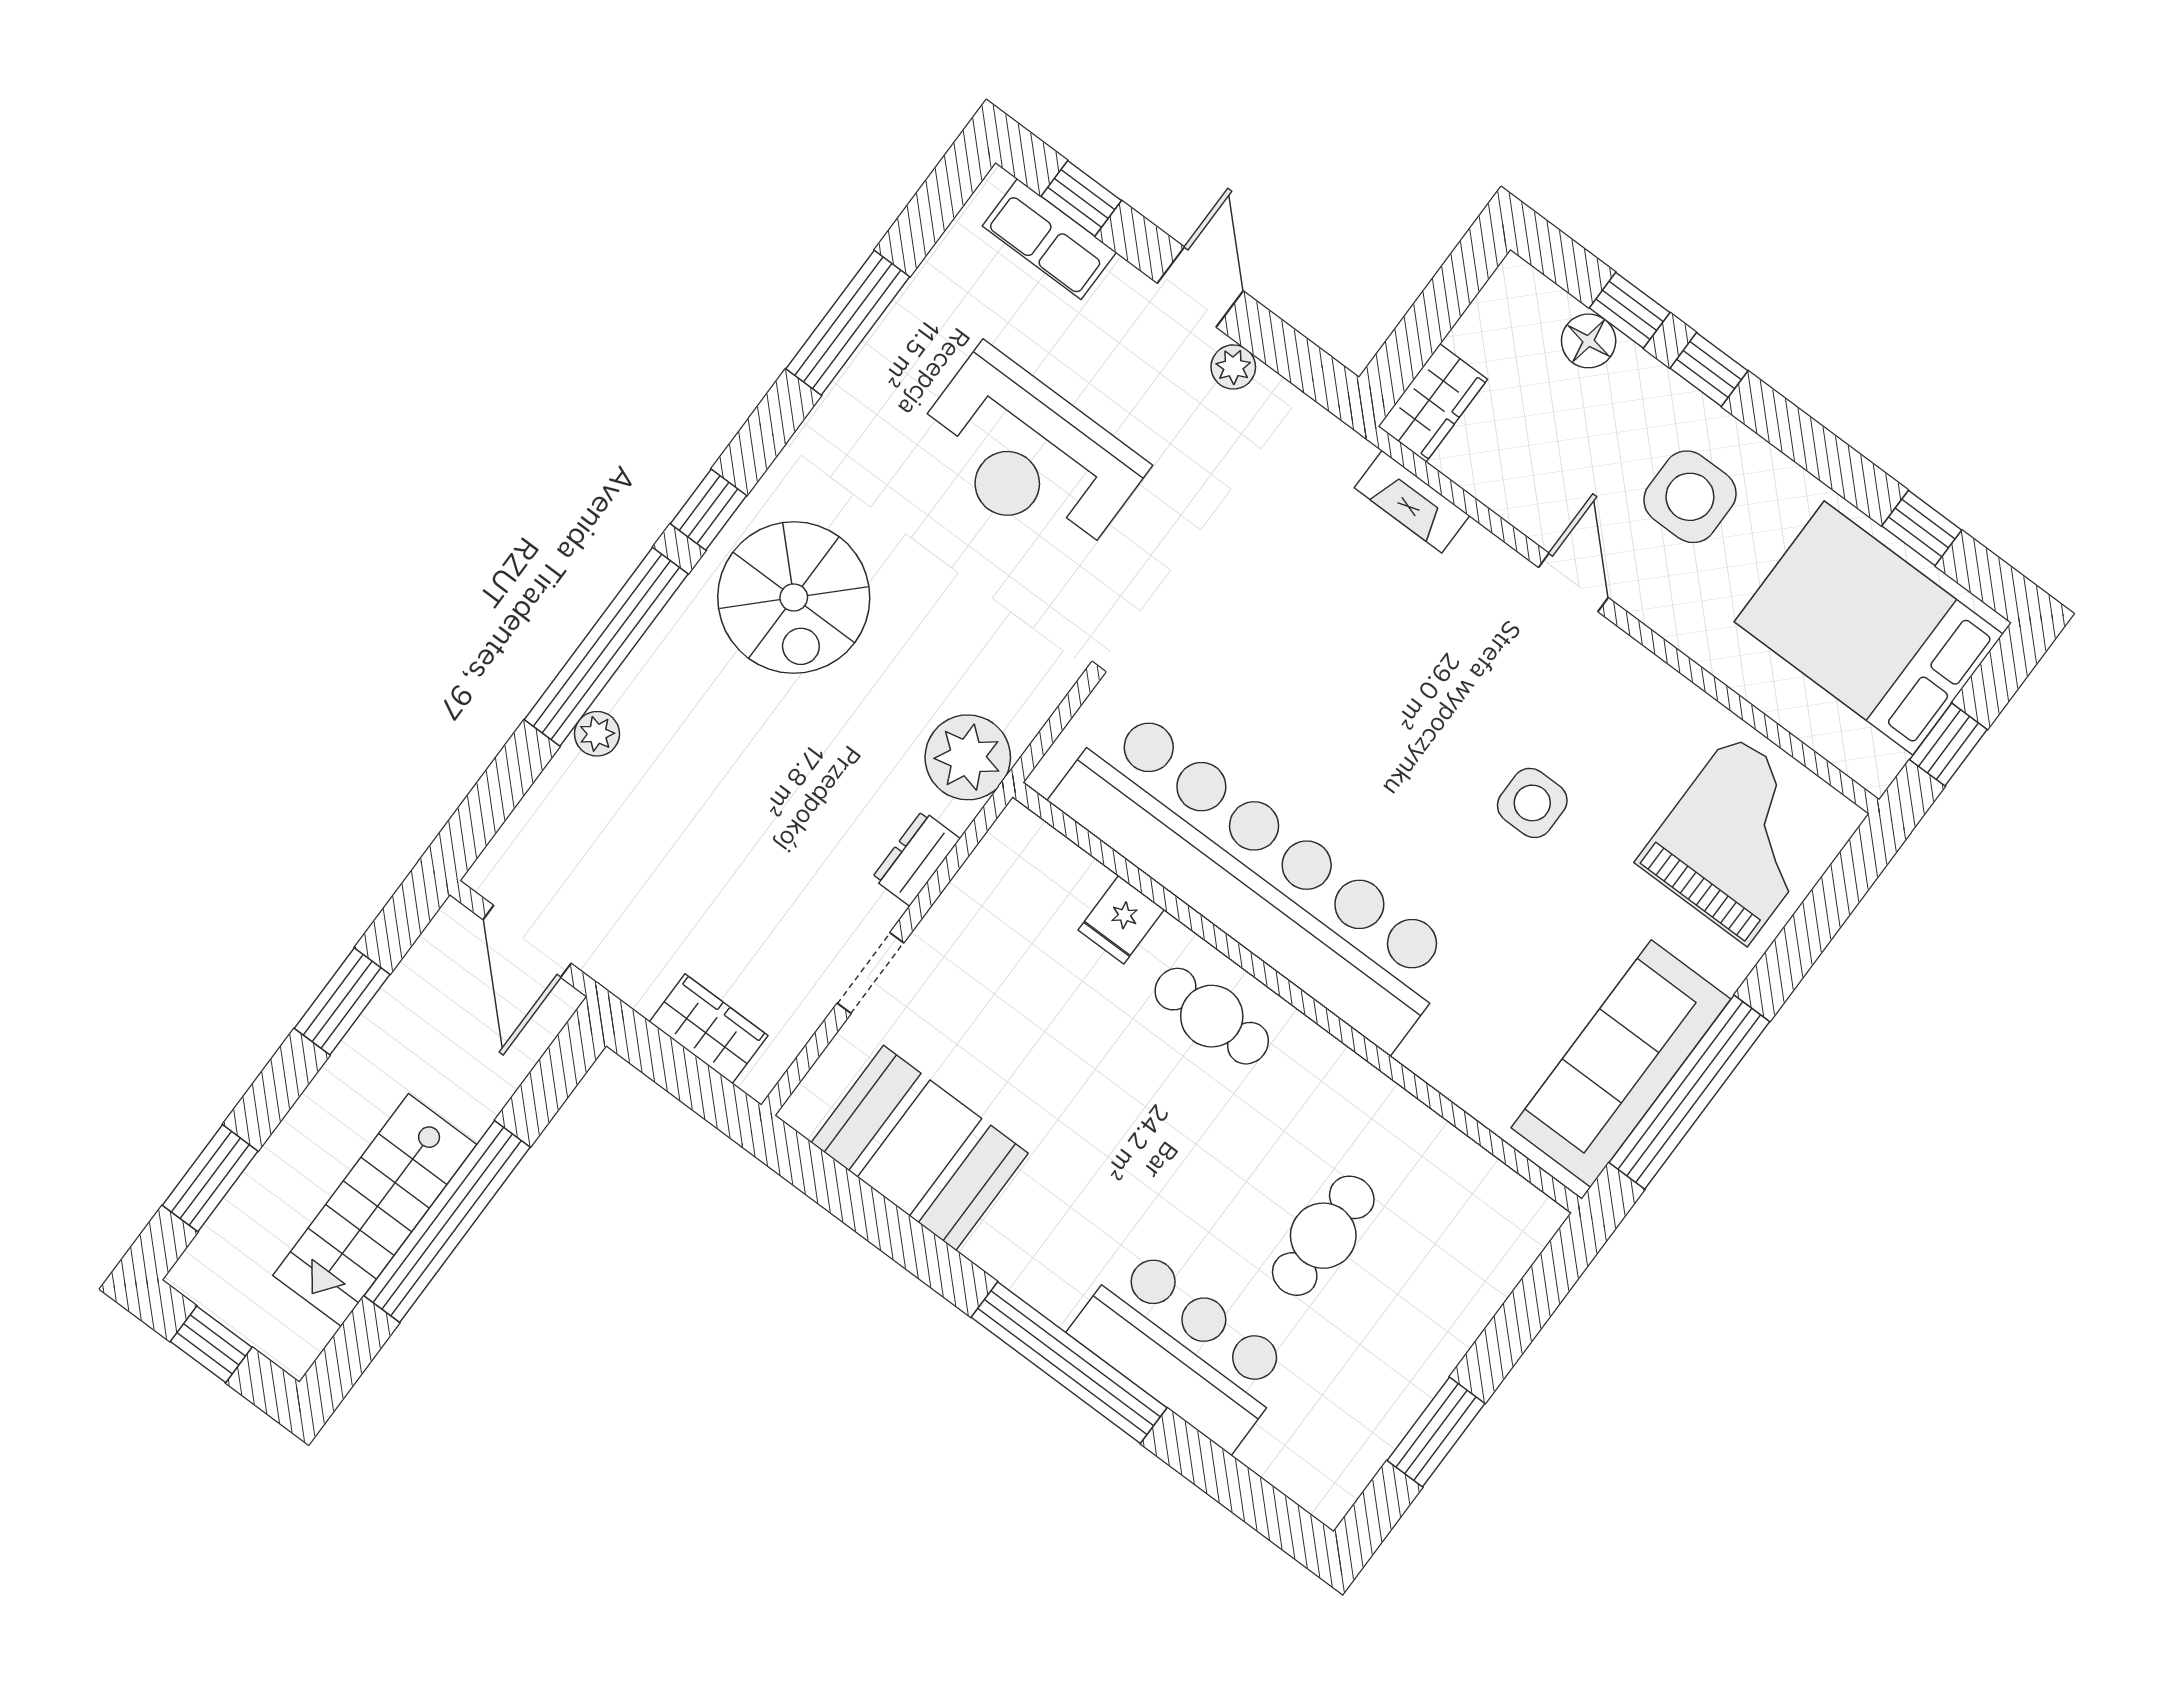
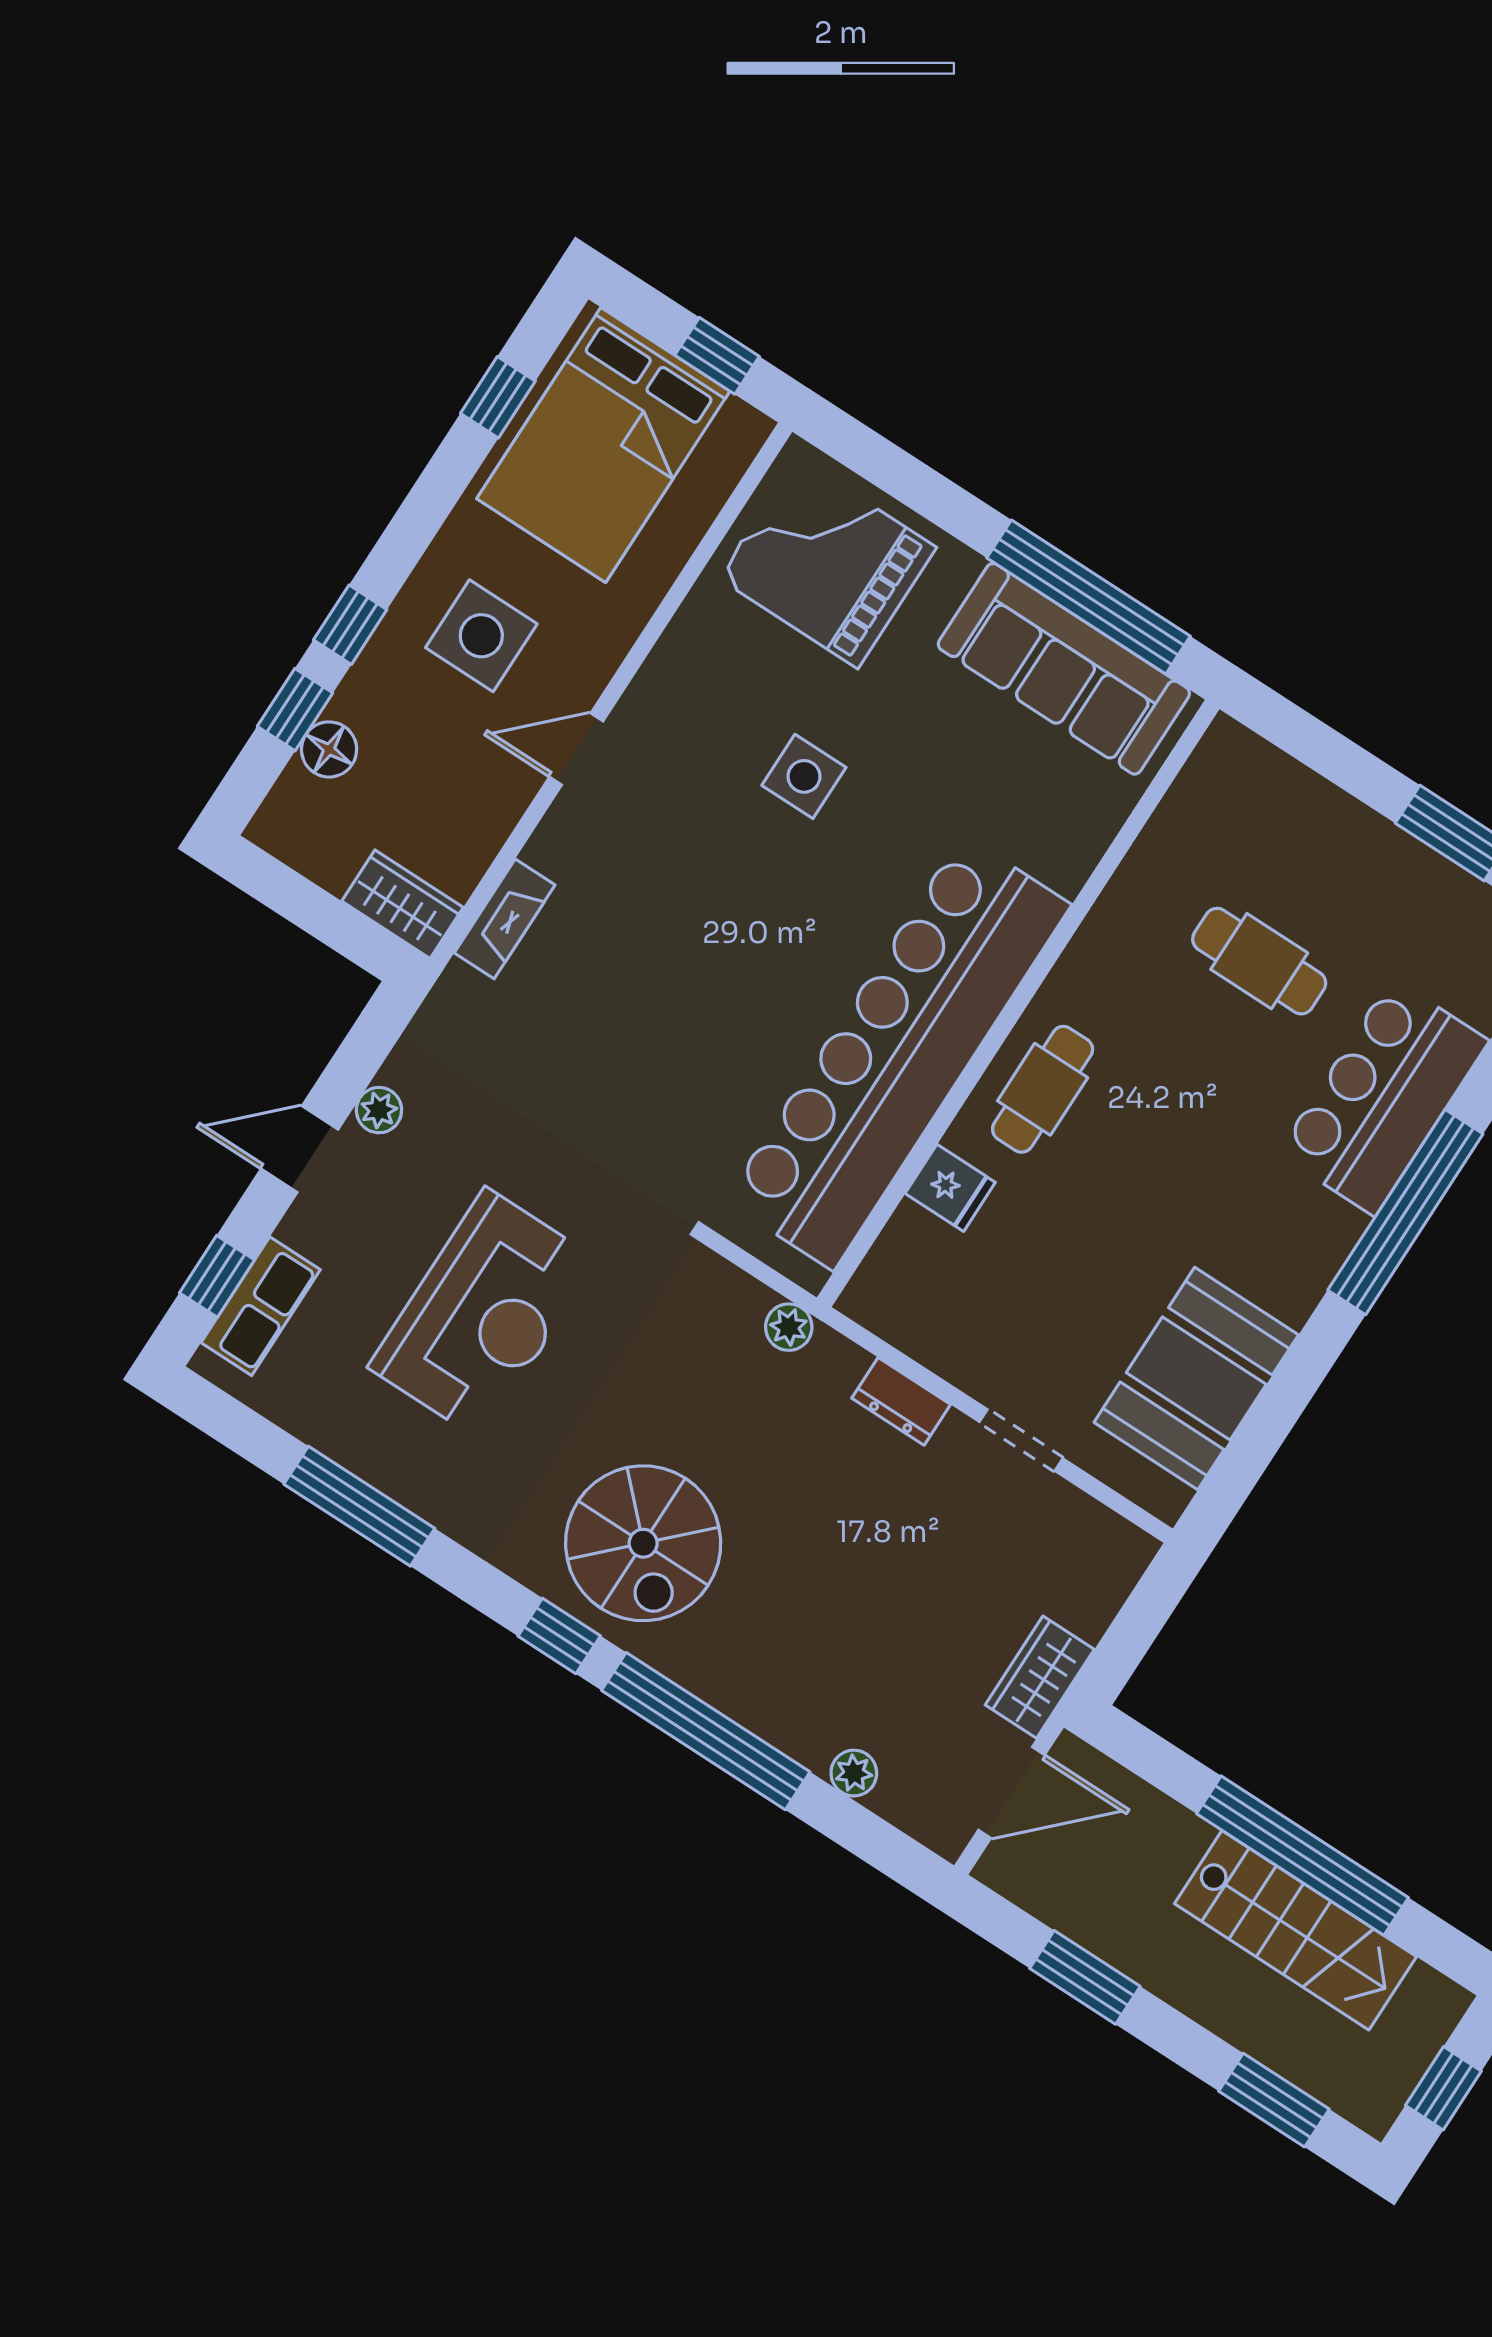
spiral stairs: (794, 597) -> (643, 1543), turned 90
plant: (597, 734) -> (854, 1773), moved
plant: (968, 757) -> (789, 1327), width x0.53, depth x0.53
wardrobe: (709, 1029) -> (1040, 1677), moved

